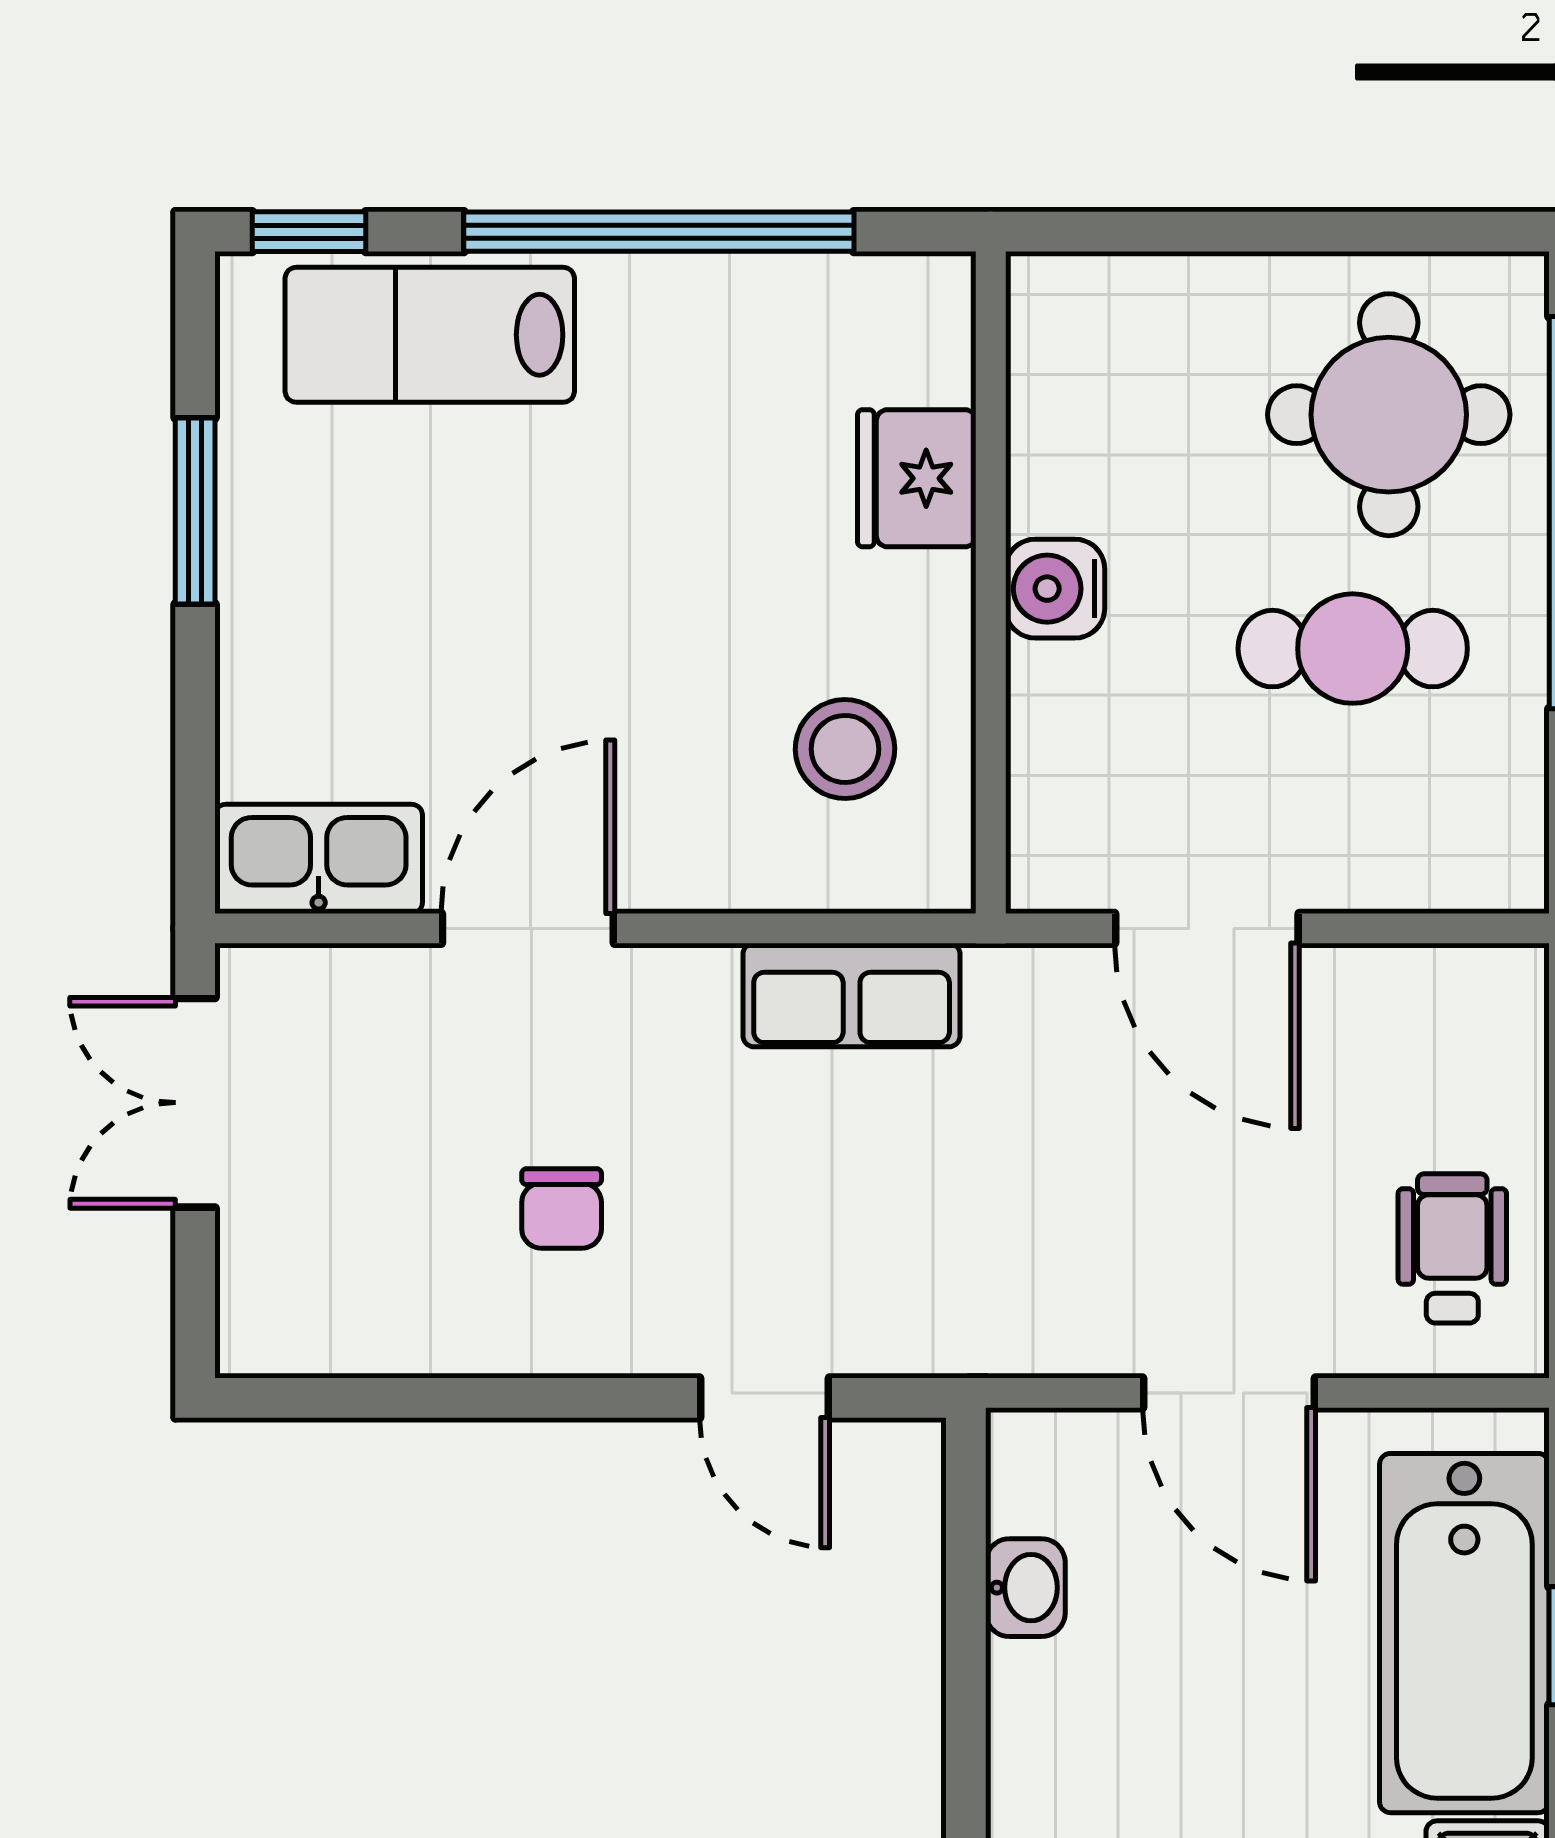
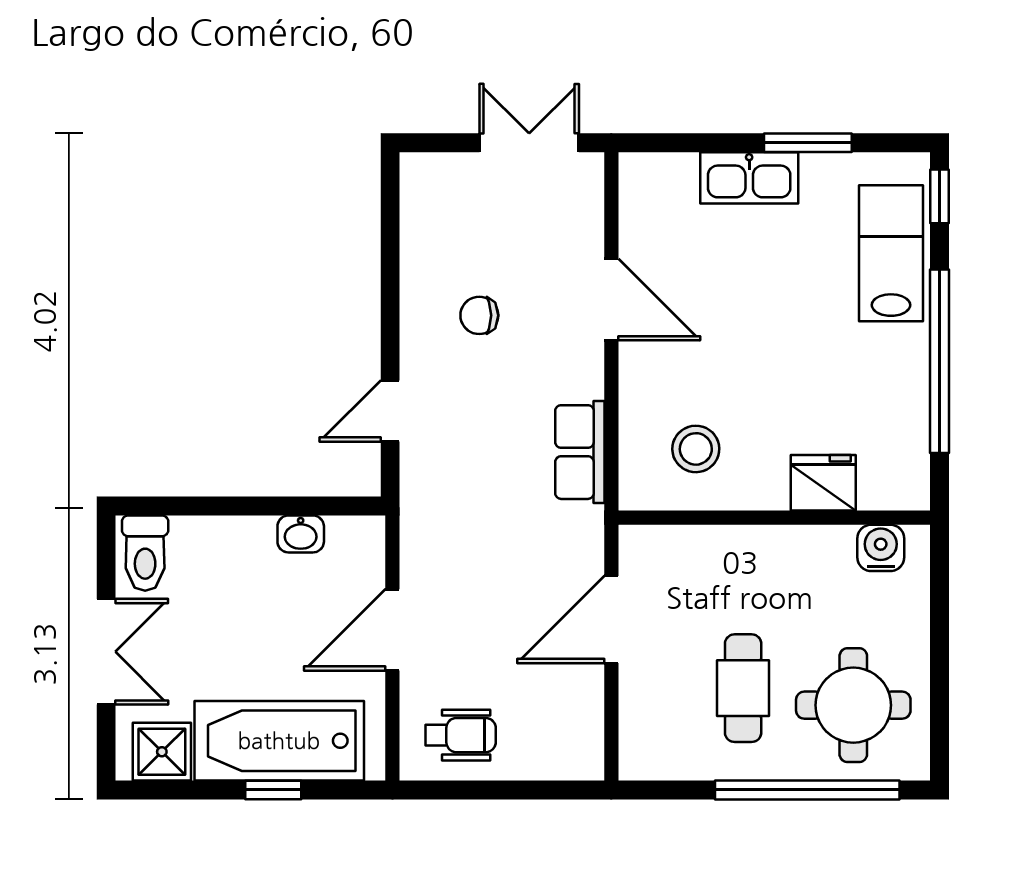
water cooler: (1055, 589) -> (881, 548), moved
kitchen sink: (319, 859) -> (749, 178), moved, turned 90

